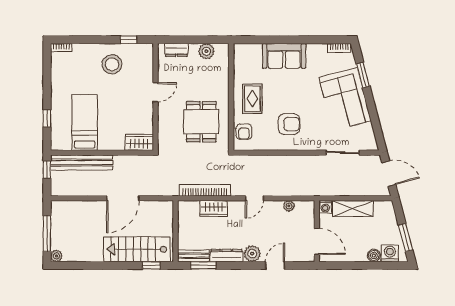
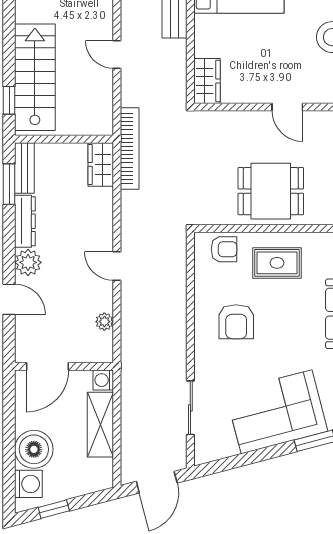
dining table: (201, 122) -> (271, 191), moved
armchair: (244, 132) -> (224, 249), turned 180
bookcase: (205, 190) -> (130, 149), moved
door: (123, 198) -> (117, 54), width x0.53
wardrobe: (214, 208) -> (101, 164), moved
window: (406, 238) -> (54, 509), width x0.67
boiler: (374, 255) -> (34, 449), width x1.86, depth x1.86

